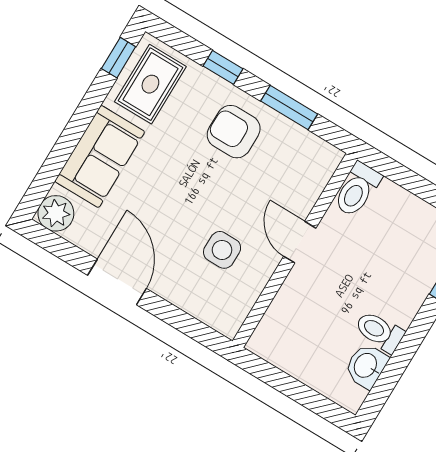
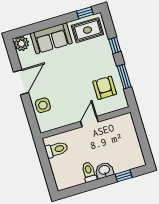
armchair: (234, 132) -> (105, 88), moved
toilet: (357, 190) -> (56, 149), moved, turned 180
side table: (222, 250) -> (43, 105), moved
washbasin: (366, 366) -> (104, 170), moved

